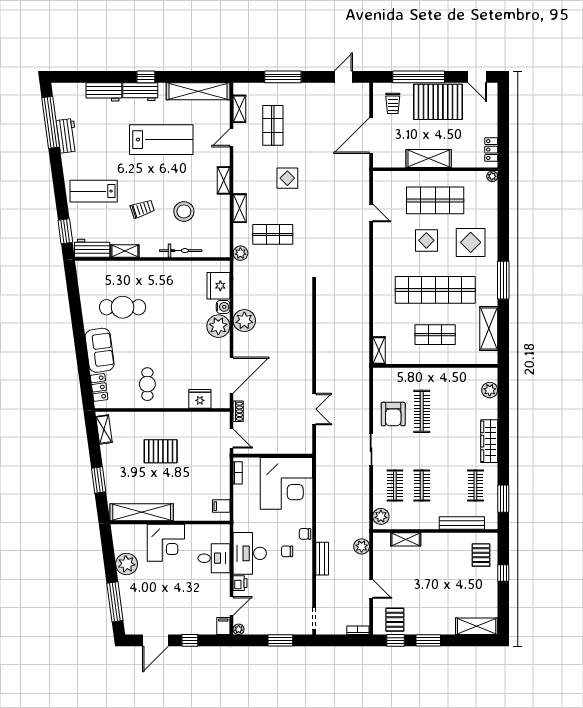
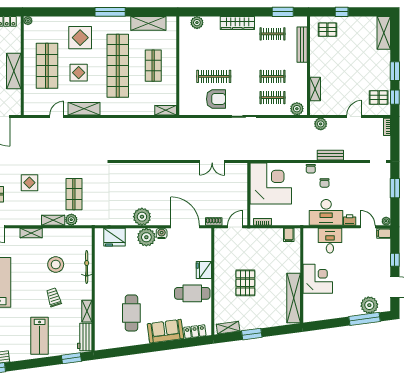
shelving: (381, 247) -> (84, 109), added
plant: (240, 253) -> (71, 220), moved
water cooler: (223, 307) -> (162, 233), moved
cafe table: (147, 384) -> (192, 293), width x1.37, depth x1.35
fridge: (200, 399) -> (204, 270), moved
double door: (314, 409) -> (212, 161), swing flipped
window: (99, 480) -> (252, 334), moved
plant: (127, 564) -> (369, 305), moved

